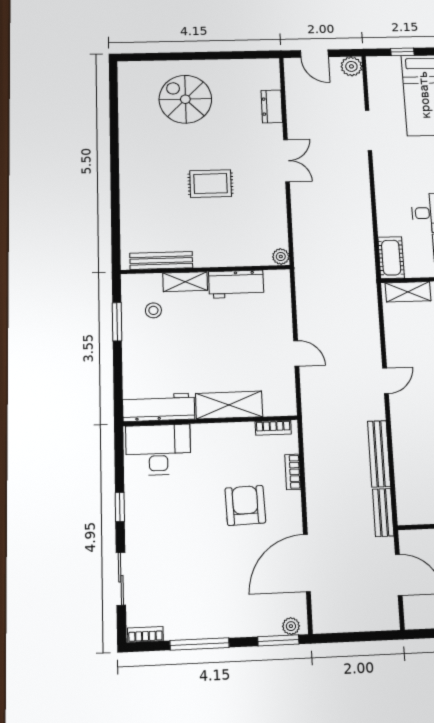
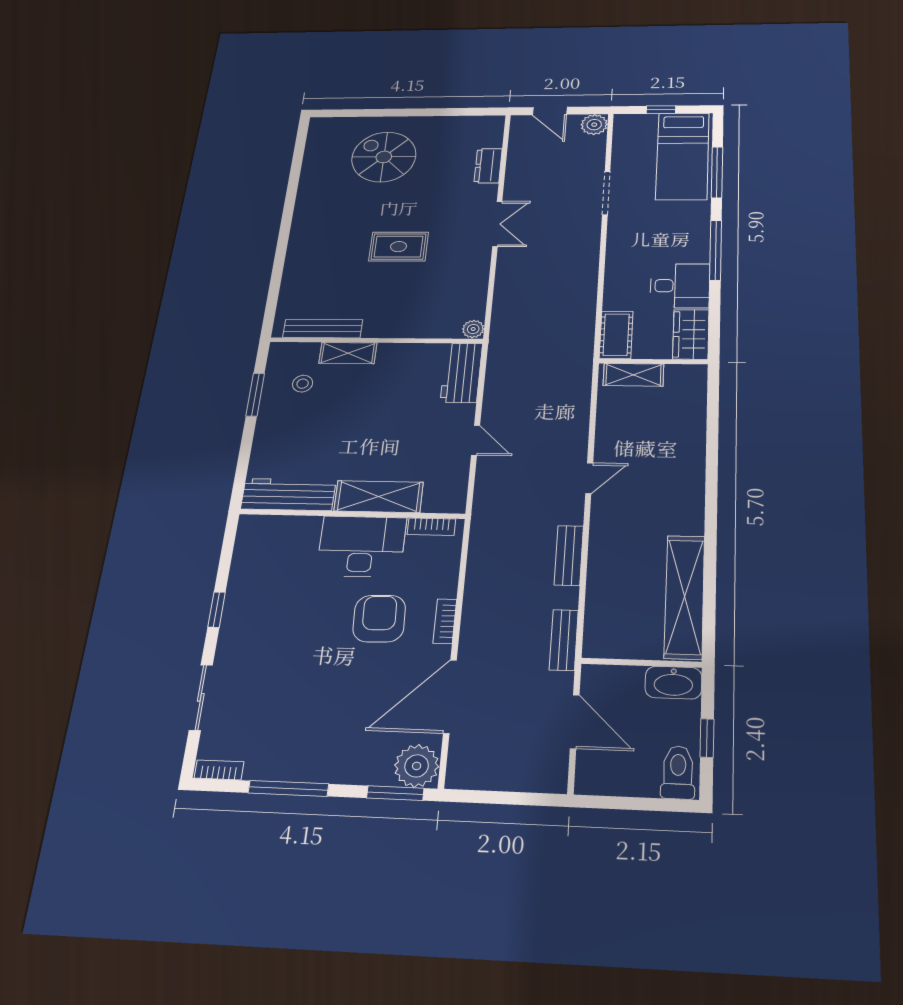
workbench: (236, 284) -> (461, 373), moved, turned 90
desk: (158, 450) -> (361, 546), moved
bench: (379, 454) -> (569, 555), width x0.73
bookcase: (293, 472) -> (445, 621), moved
plant: (291, 626) -> (417, 766), width x1.88, depth x1.88

